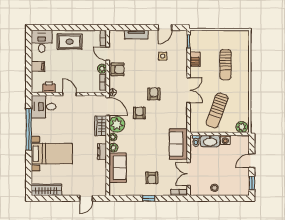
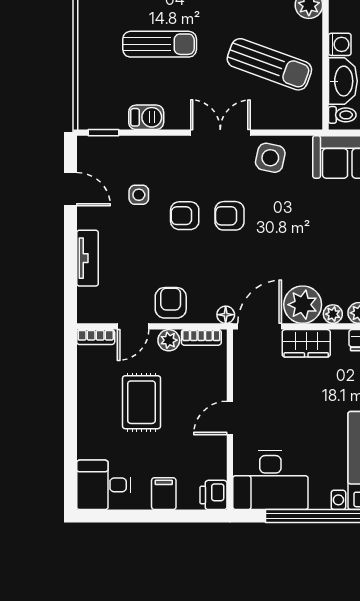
rug: (70, 42) -> (141, 402), moved
printer: (49, 87) -> (213, 495), moved
desk: (44, 107) -> (270, 480), width x1.37
side table: (178, 111) -> (270, 158), added
armchair: (139, 113) -> (185, 216), moved

